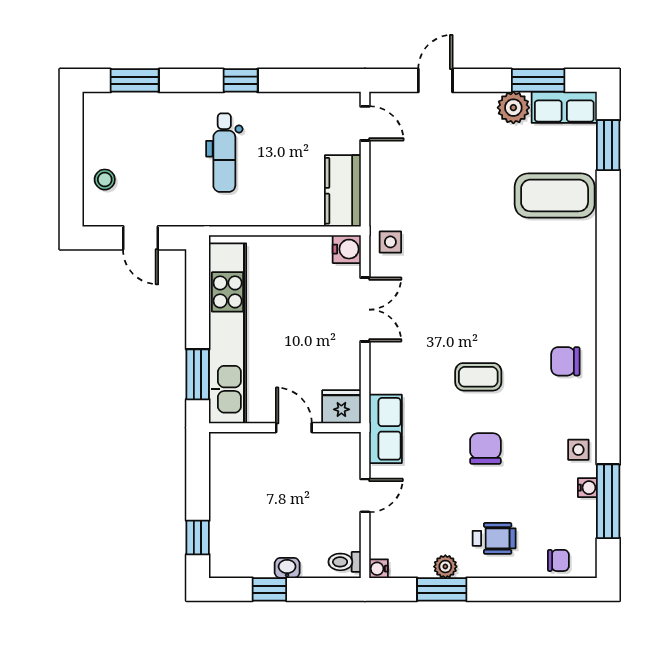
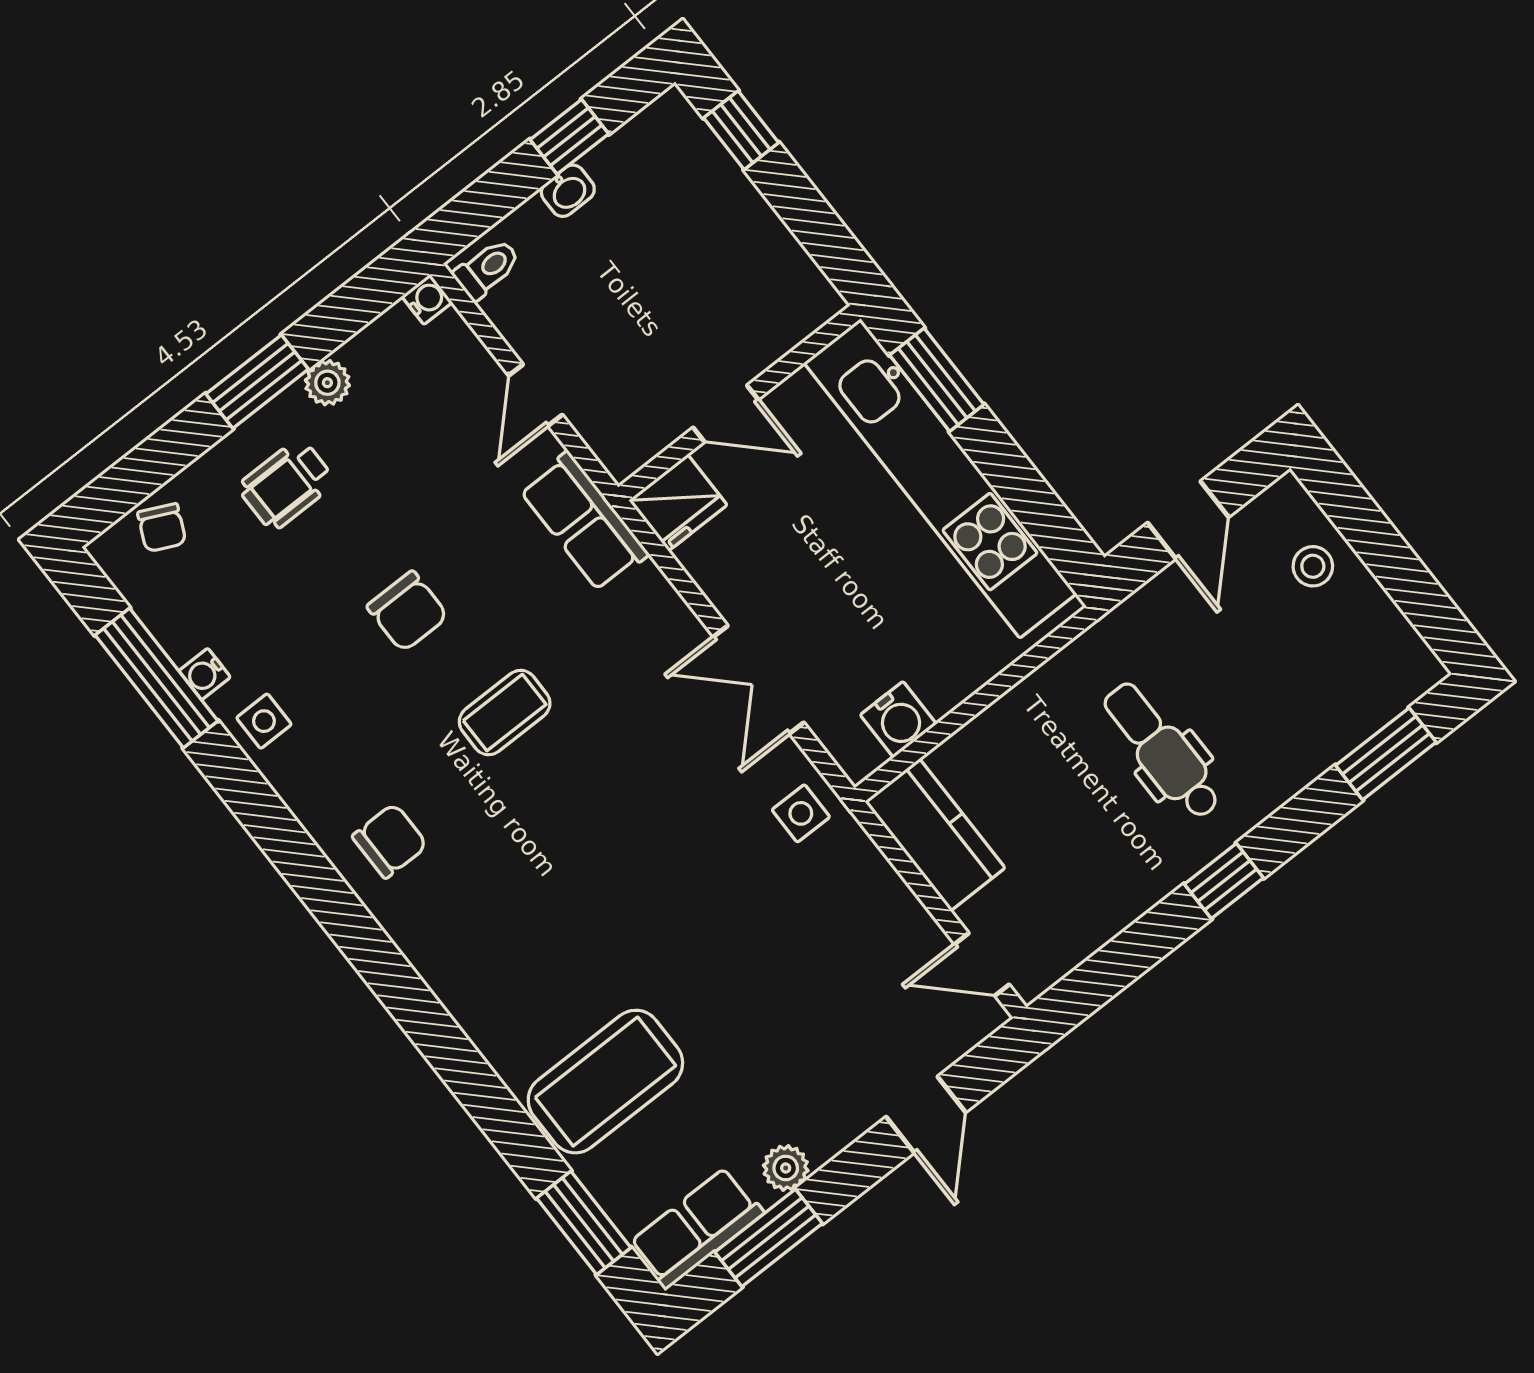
plant: (513, 108) -> (786, 1168), width x0.73, depth x0.73
door: (141, 238) -> (1188, 520), swing flipped
water cooler: (347, 249) -> (898, 719), moved, turned -90
chair: (558, 560) -> (162, 528), turned -65
window: (442, 589) -> (257, 382), moved

